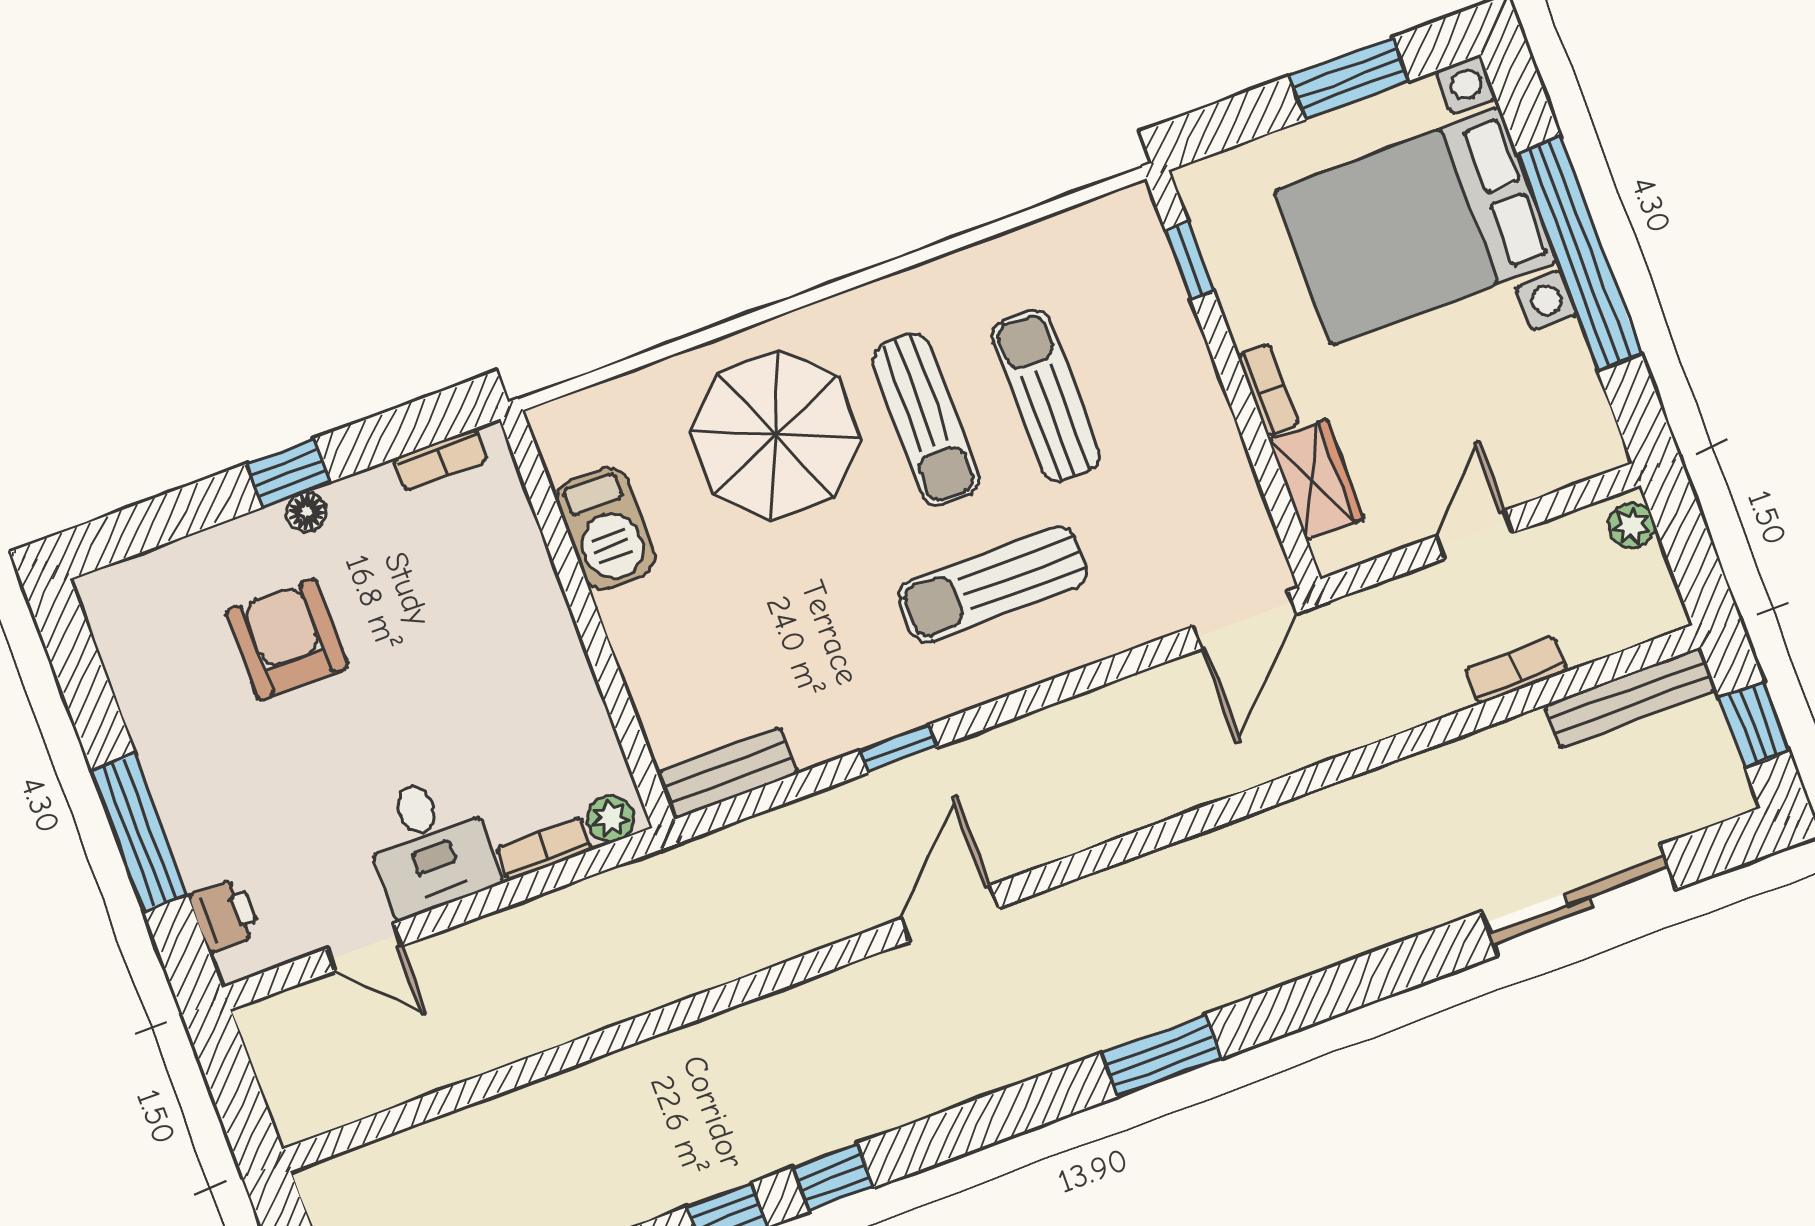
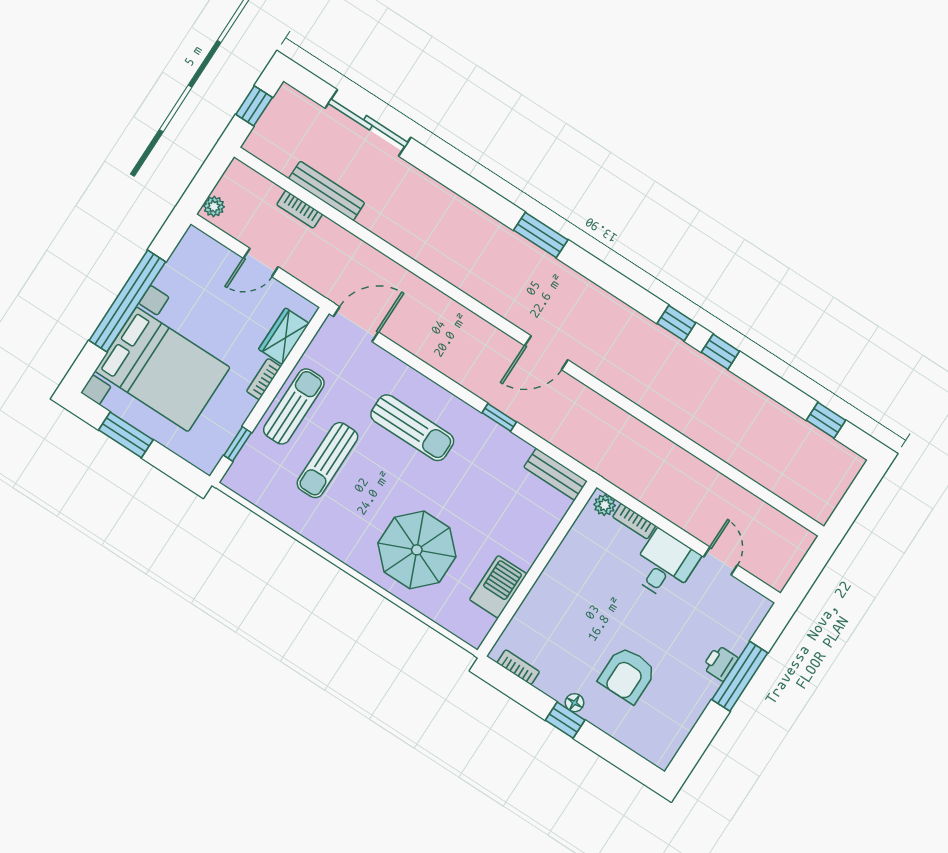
sun lounger: (926, 420) -> (294, 406), moved
bench: (1631, 698) -> (327, 191), moved
printer: (225, 915) -> (720, 663), moved

